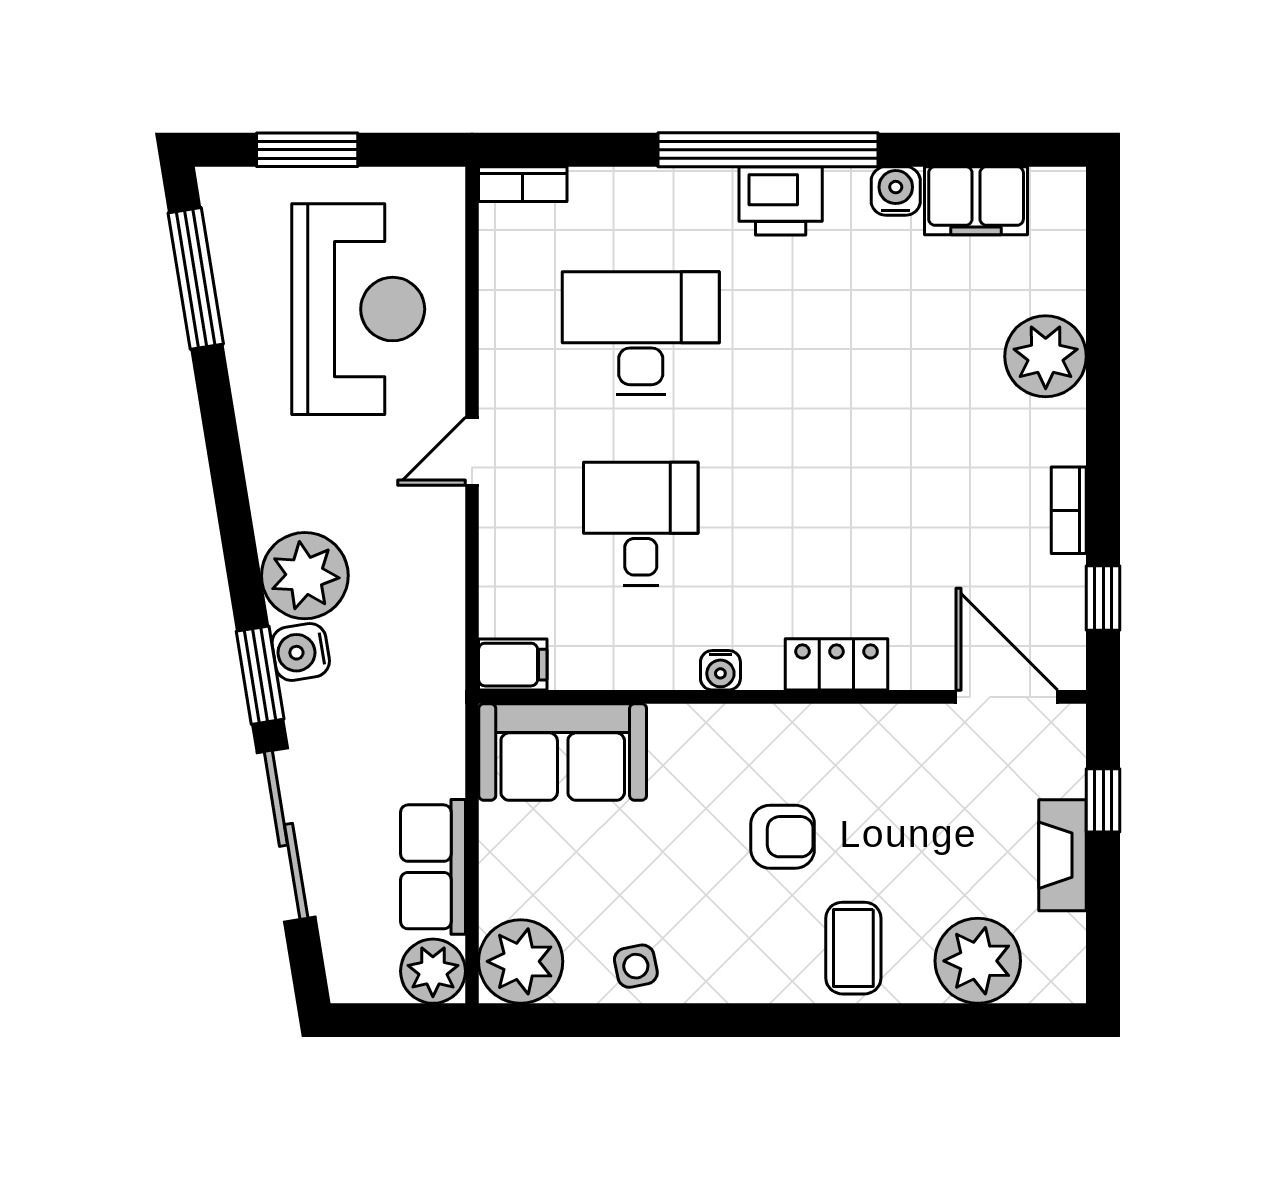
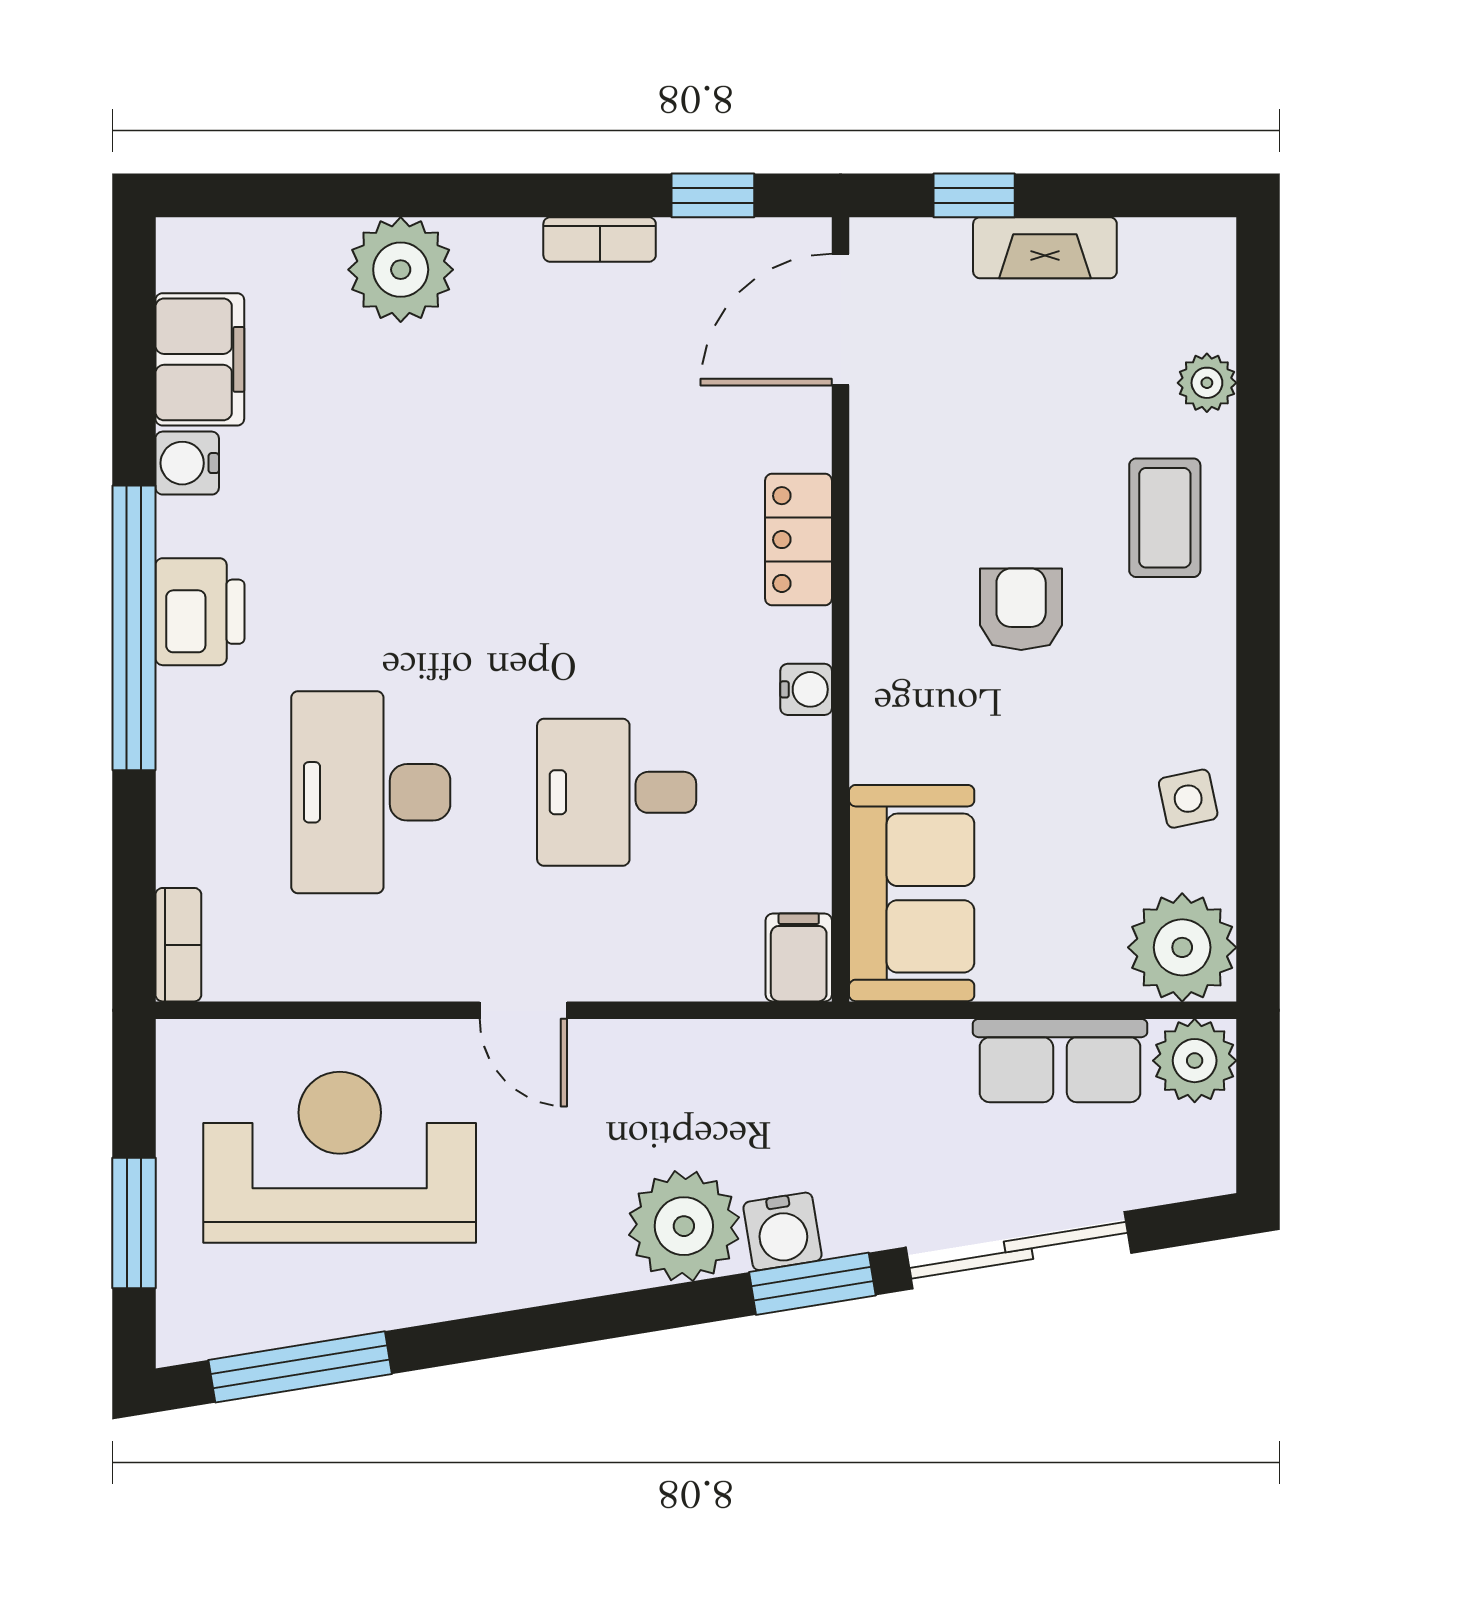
coffee table: (853, 948) -> (1165, 518), turned 90
plant: (978, 961) -> (1207, 383), width x0.53, depth x0.53

